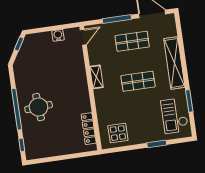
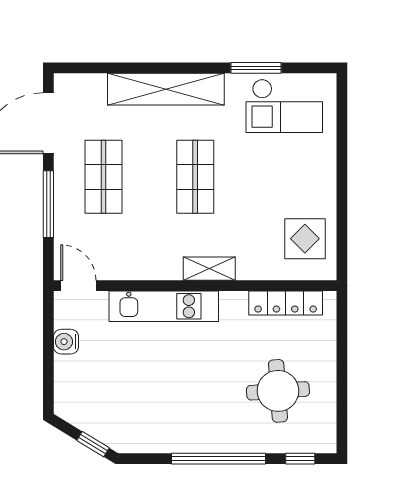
window: (19, 44) -> (93, 444), moved
kitchen unit: (80, 76) -> (164, 306), added
shelving: (96, 77) -> (209, 269), moved
round table: (39, 107) -> (278, 391), moved
window: (157, 144) -> (342, 155), removed

